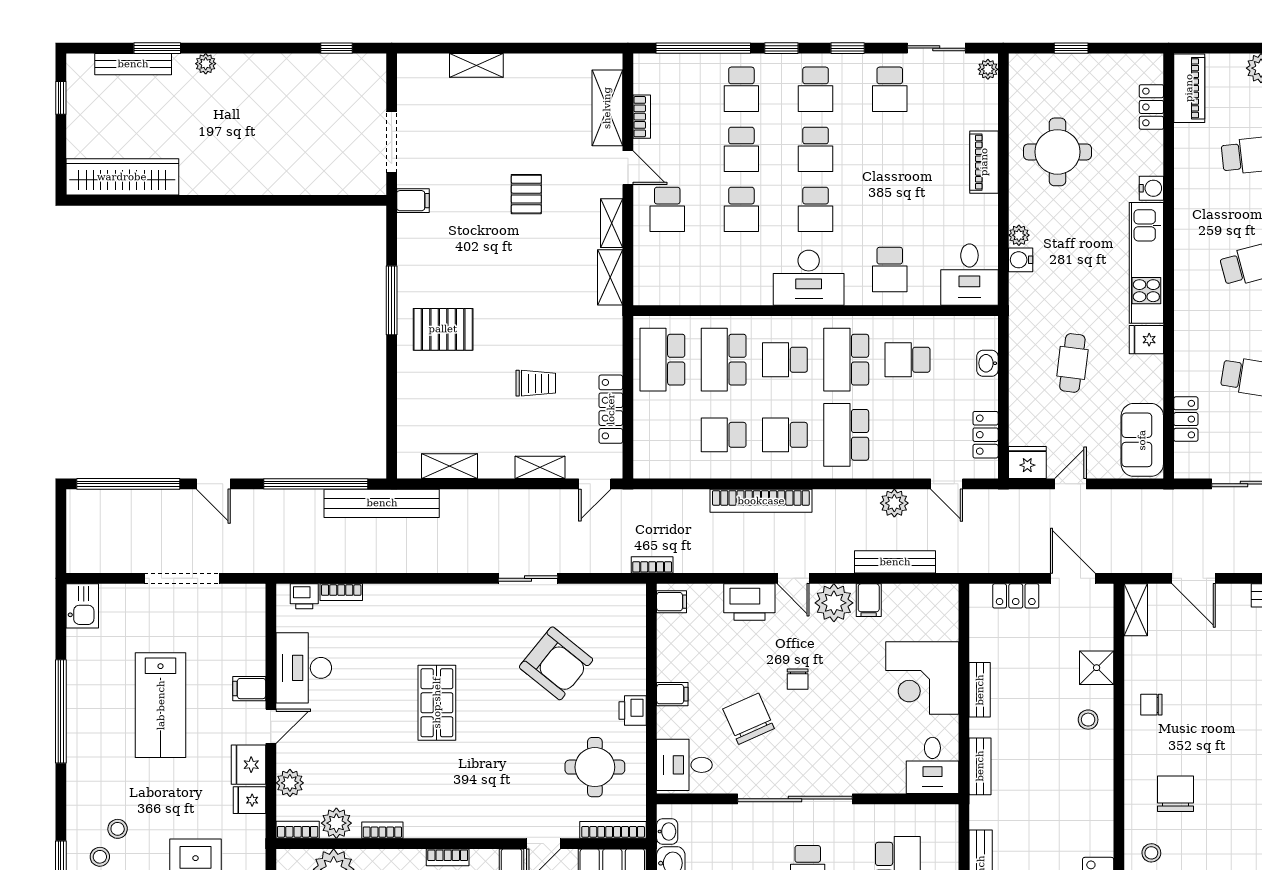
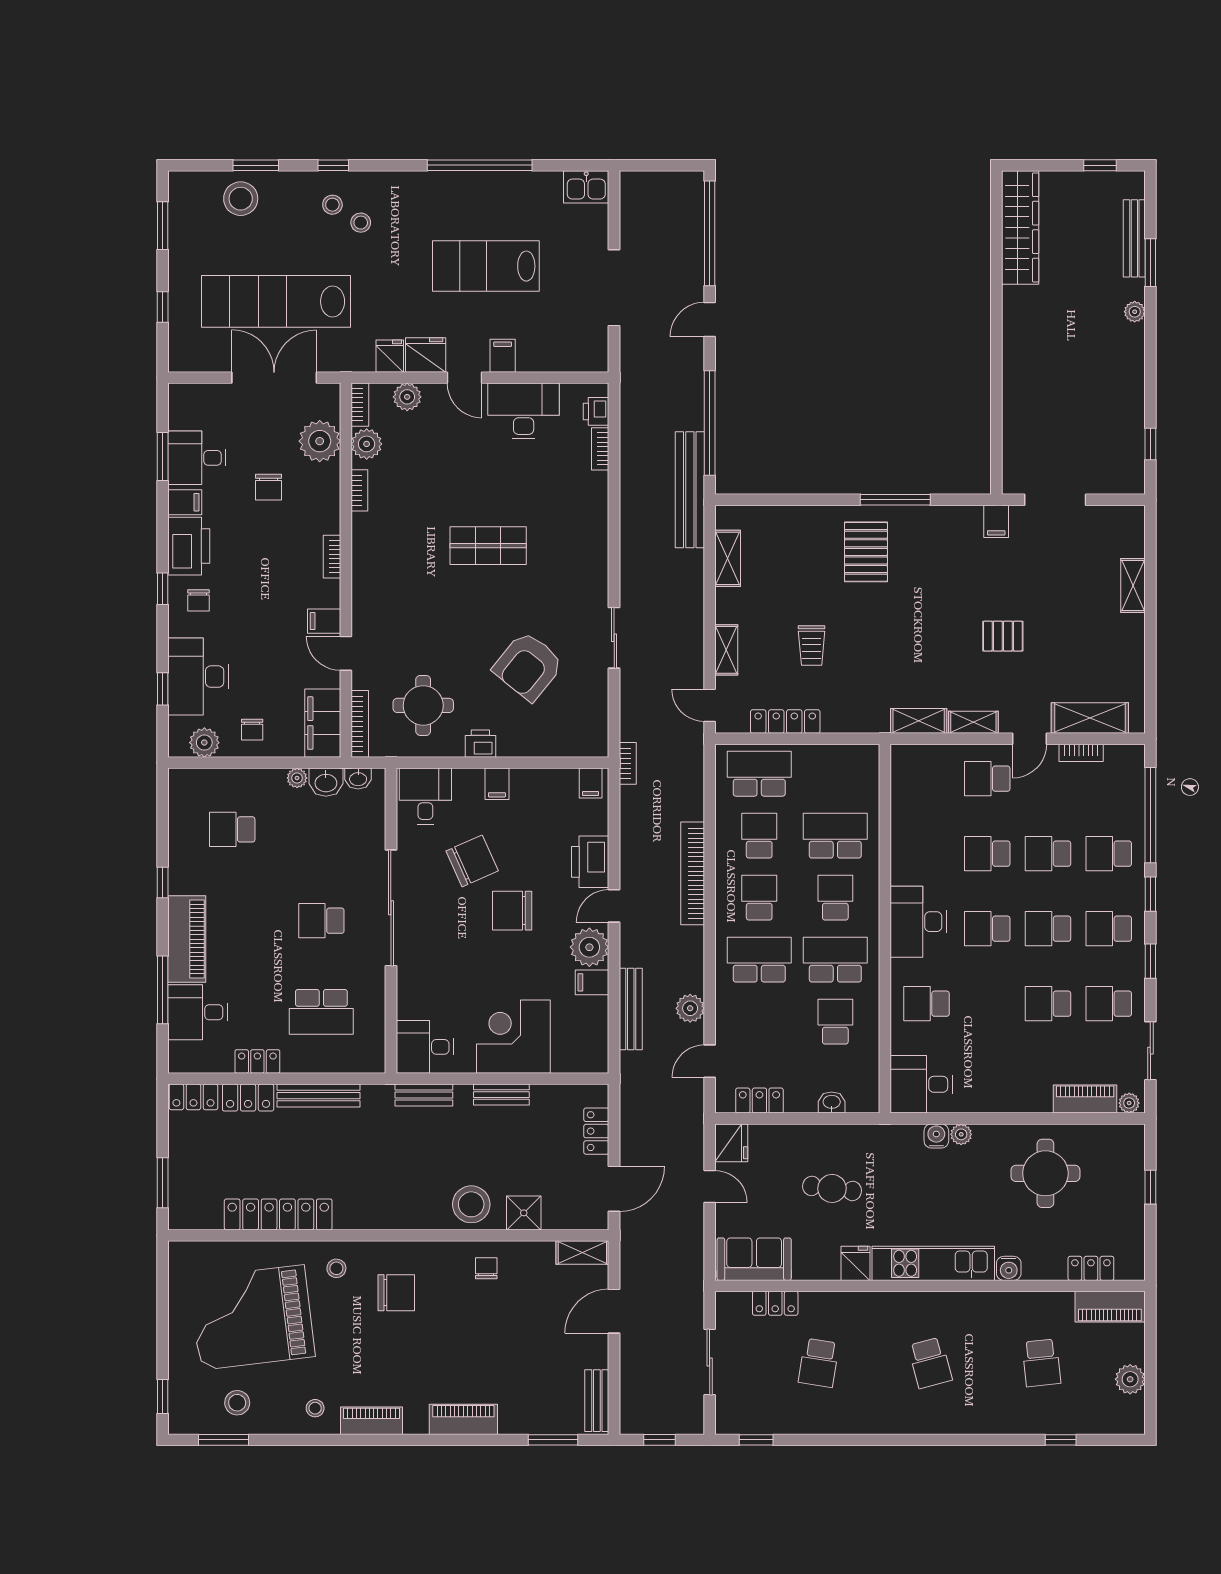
school desk: (890, 149) -> (1048, 1004), added
piano: (984, 162) -> (1085, 1099), moved
school desk: (662, 360) -> (759, 774), moved
chair: (798, 679) -> (512, 911), width x1.87, depth x1.87
stool: (1088, 720) -> (471, 1204), width x1.89, depth x1.89

